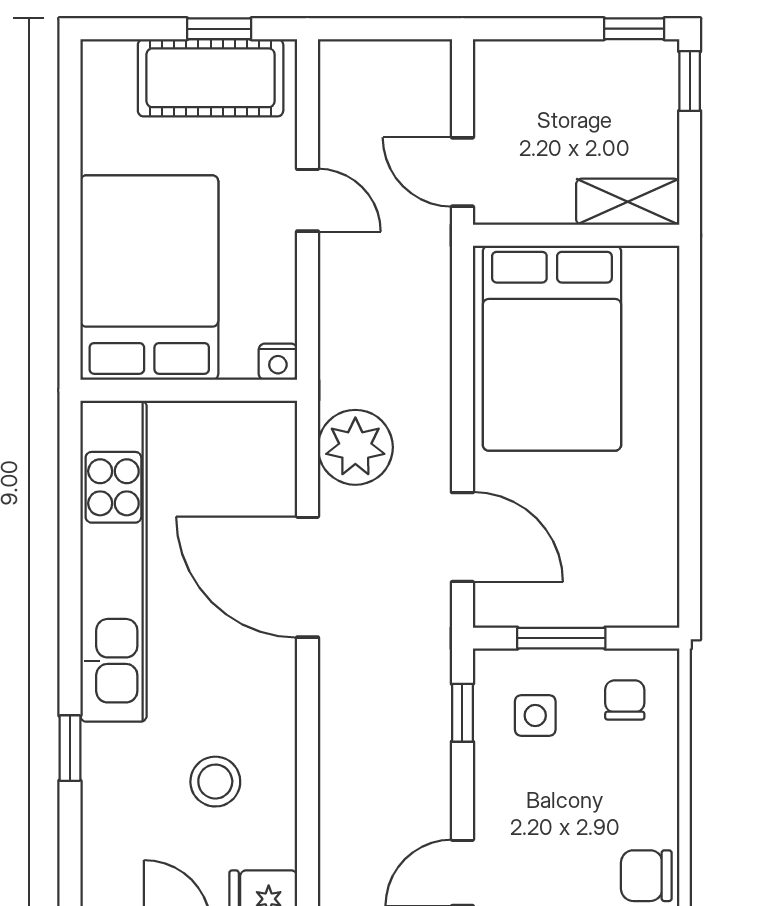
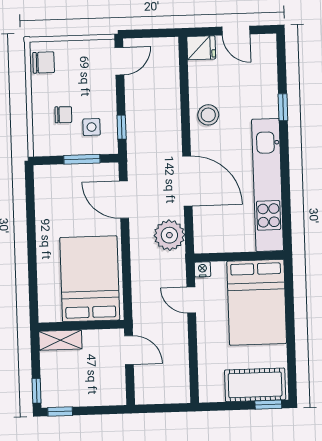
window: (219, 29) -> (268, 405), moved
cot: (211, 78) -> (255, 385), moved
door: (307, 200) -> (191, 300), moved
chair: (625, 700) -> (63, 115), moved, turned -89
stool: (215, 782) -> (208, 115), moved

